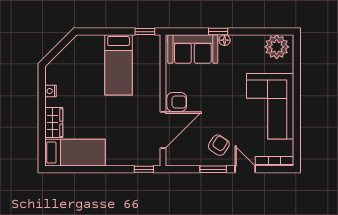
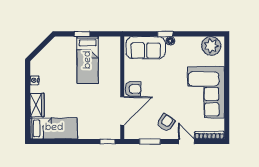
window: (145, 32) -> (82, 34), moved
window: (213, 169) -> (150, 141), moved

